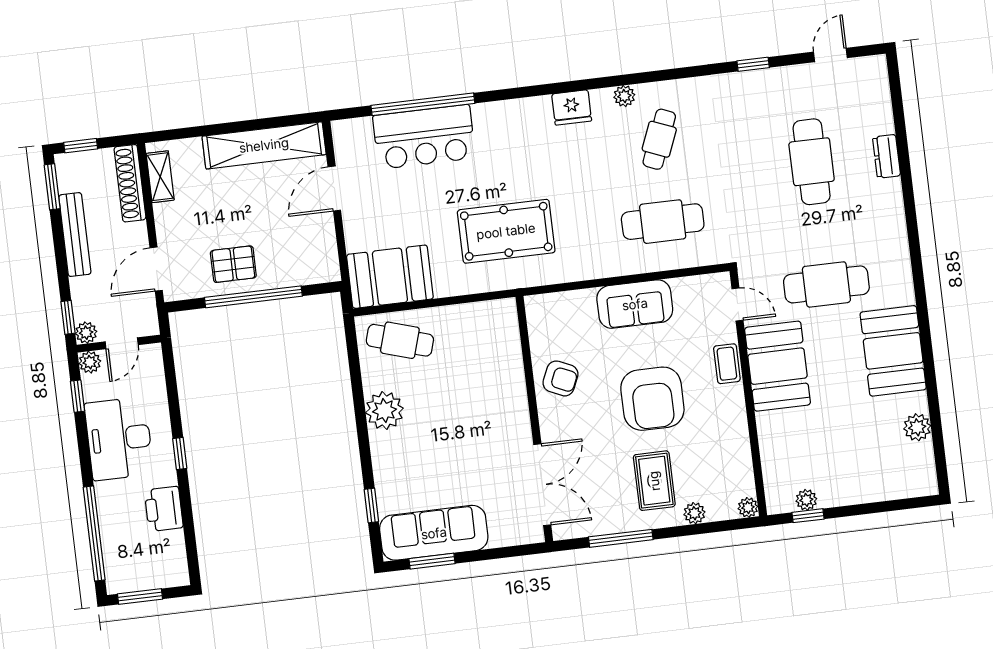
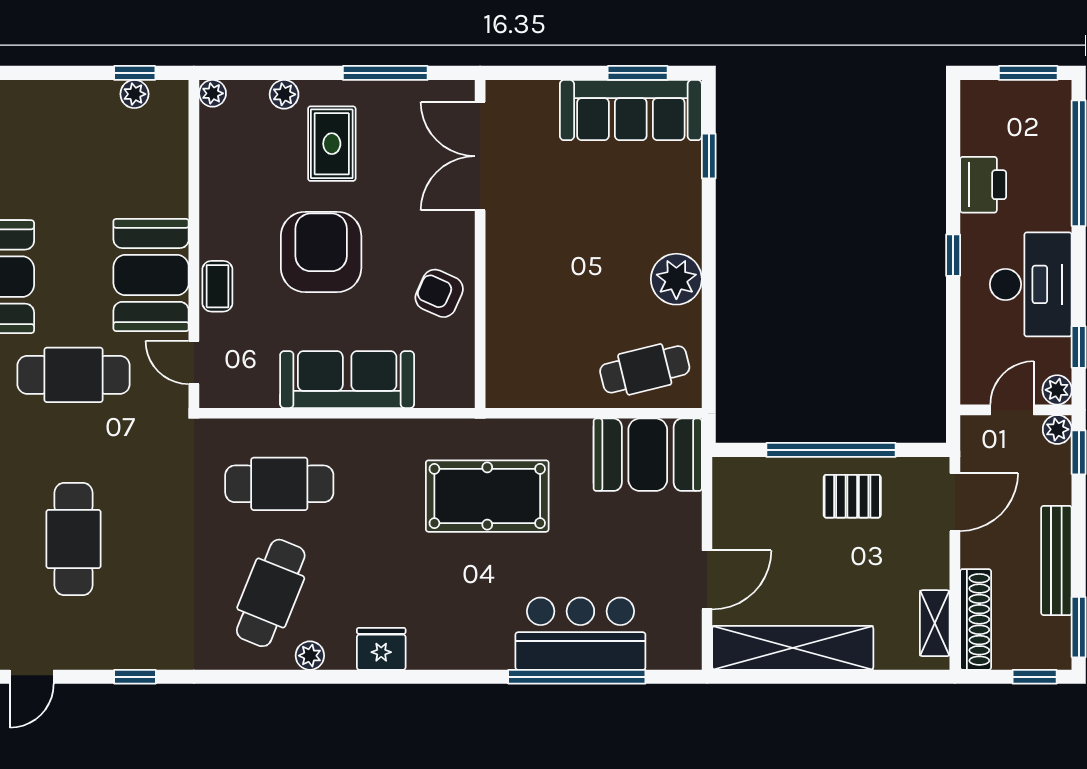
cafe table: (659, 139) -> (271, 593), width x1.37, depth x1.35
sofa: (635, 304) -> (347, 380), width x1.36
cafe table: (400, 340) -> (645, 369), turned -31

